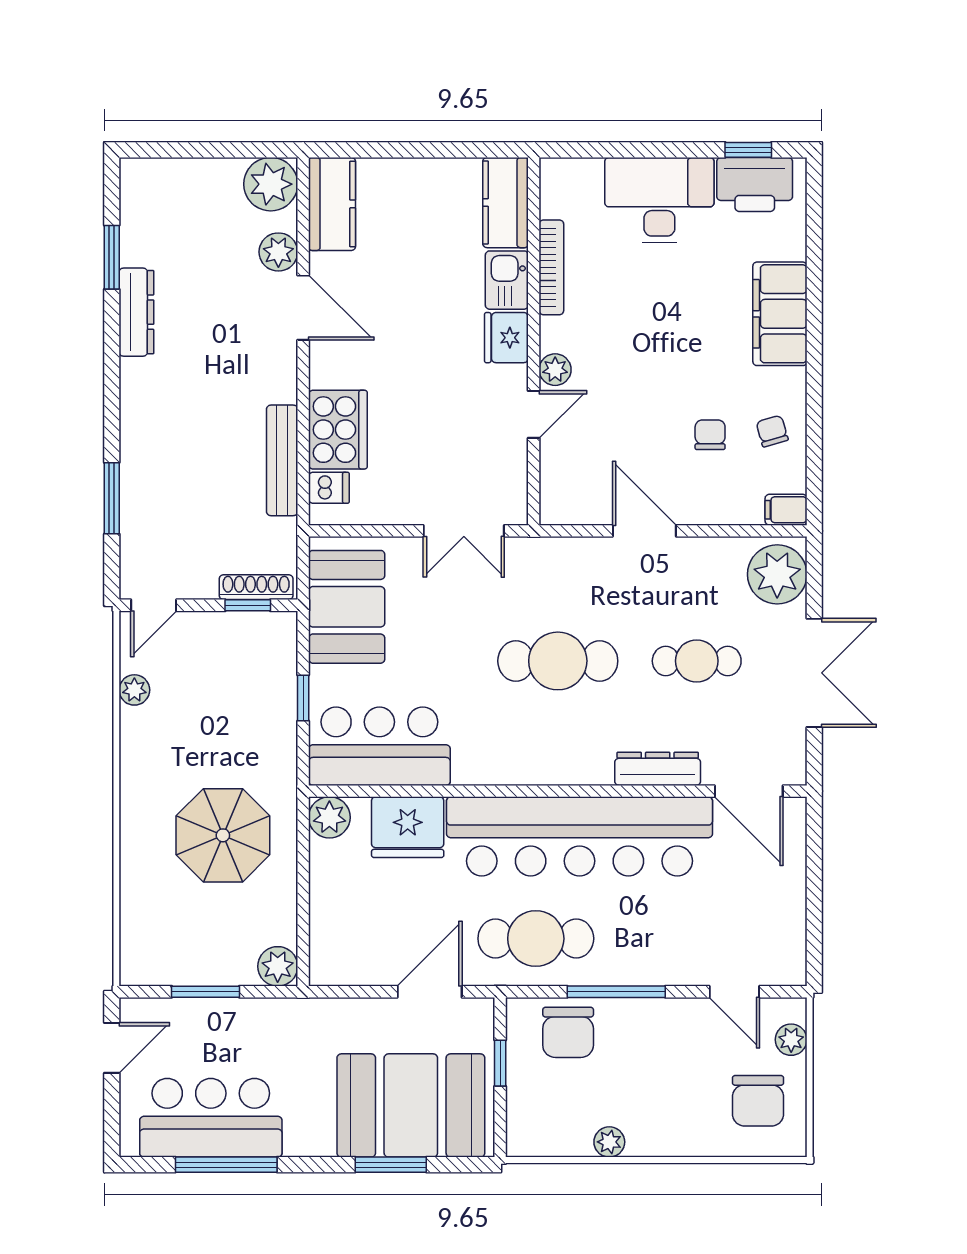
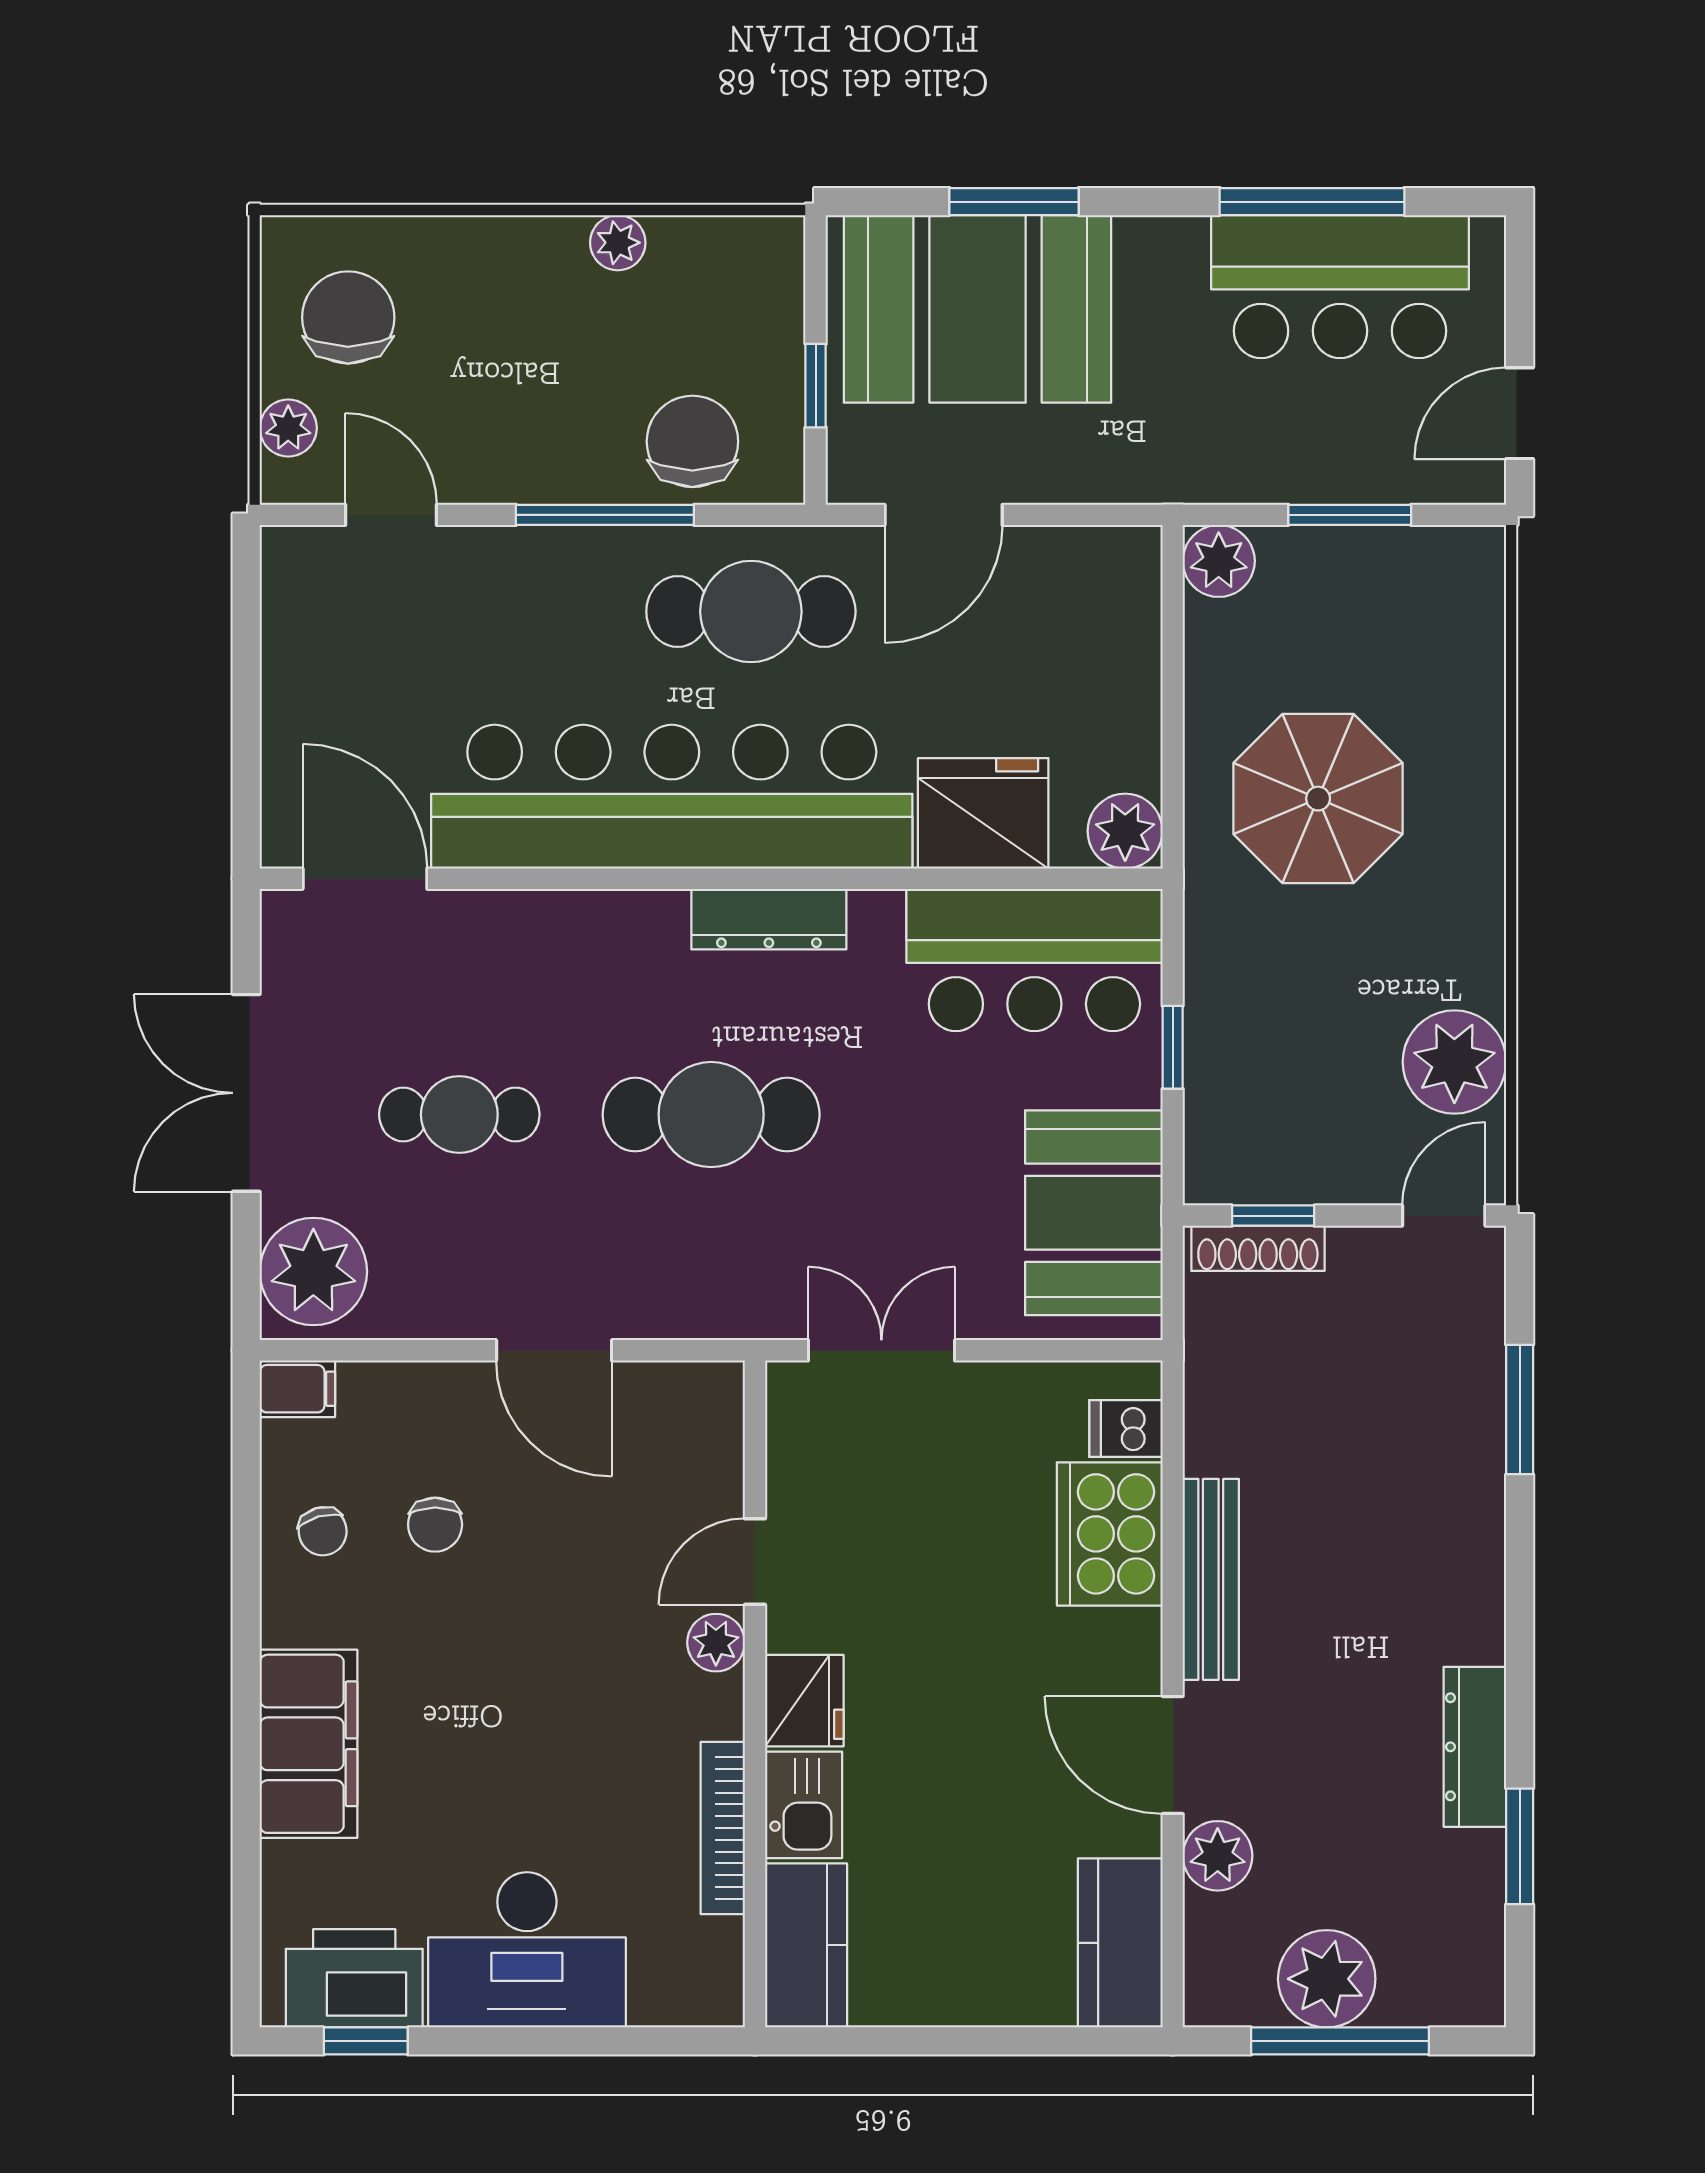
window: (211, 150) -> (1340, 2041), added
plant: (271, 184) -> (1327, 1979), moved
bench: (282, 460) -> (1211, 1579), moved
plant: (134, 690) -> (1454, 1062), width x1.87, depth x1.87
dresser: (658, 769) -> (769, 919), moved

